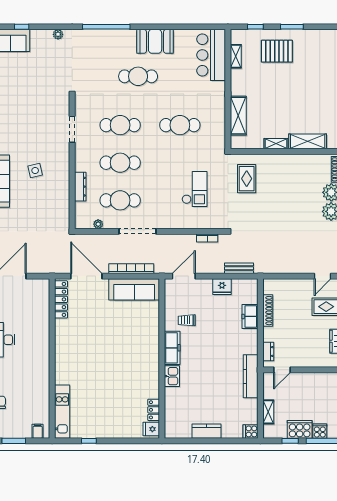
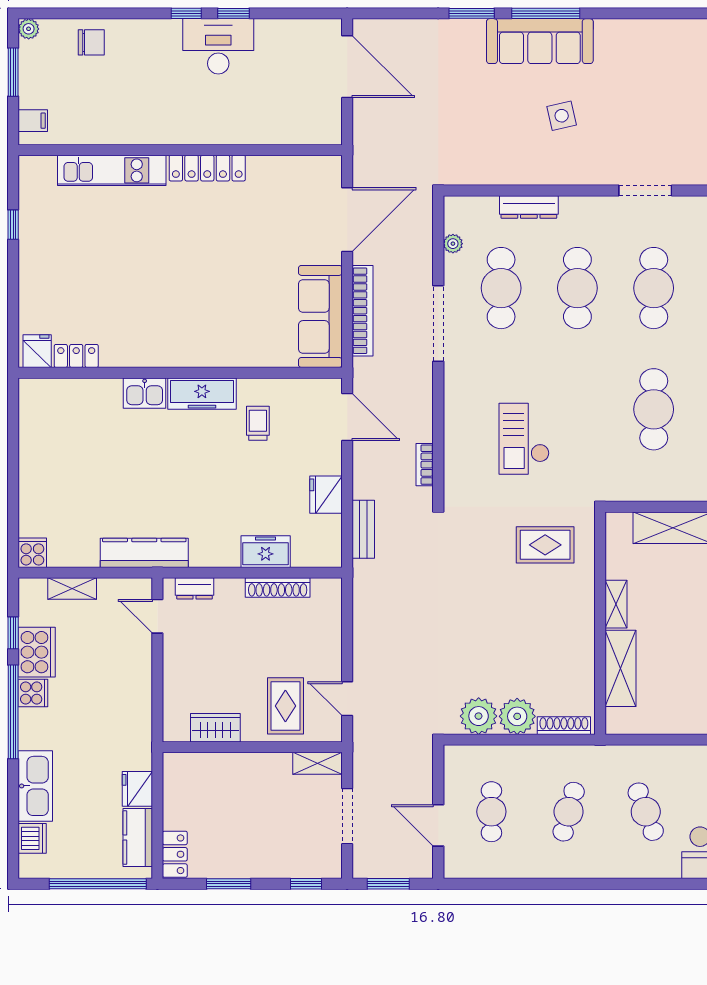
checkout: (194, 189) -> (524, 439), turned 90
locker: (61, 299) -> (207, 168), moved
kitchen unit: (62, 412) -> (112, 170), moved
kitchen counter: (207, 431) -> (33, 463), removed

